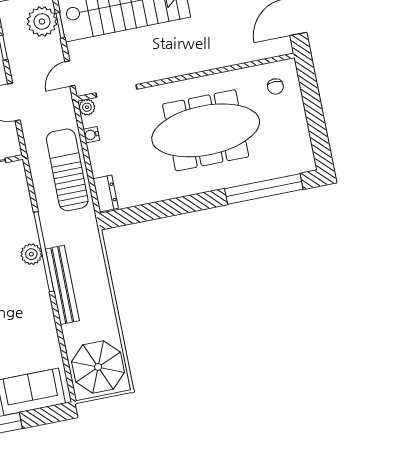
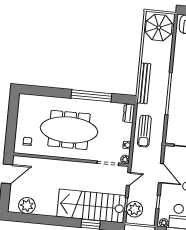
sun lounger: (67, 170) -> (144, 131), width x0.73, depth x0.75
window: (264, 189) -> (91, 96), moved
plant: (31, 254) -> (175, 94), removed
bench: (62, 285) -> (144, 83), moved

